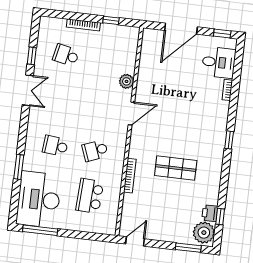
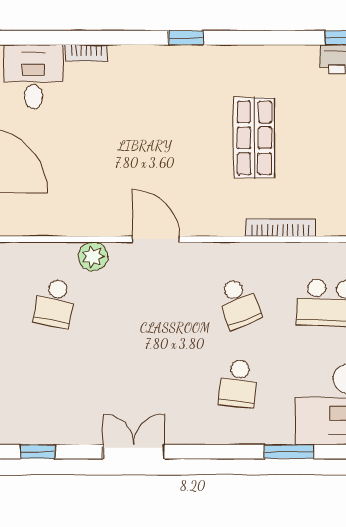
school desk: (66, 55) -> (55, 303), moved
window: (32, 56) -> (38, 452), moved

